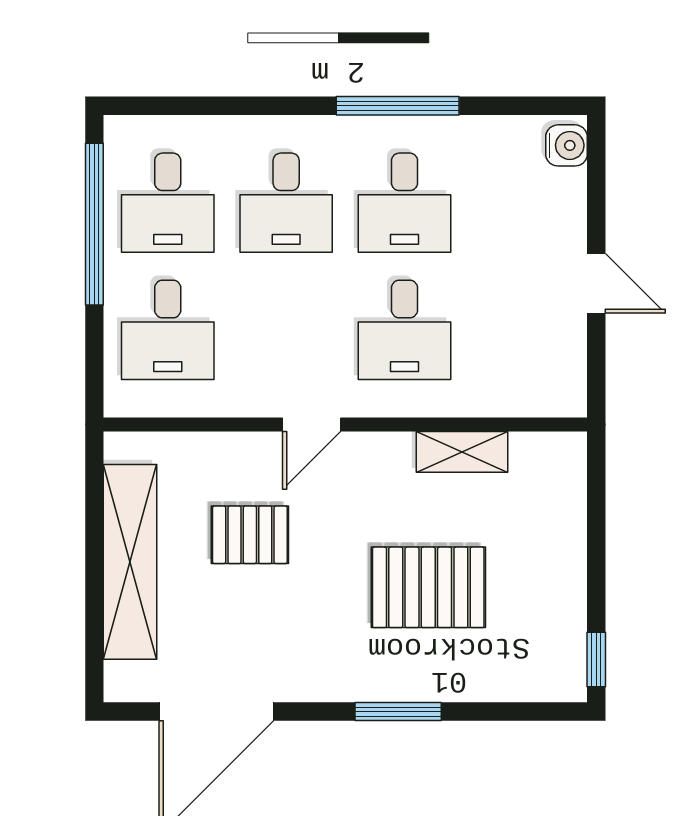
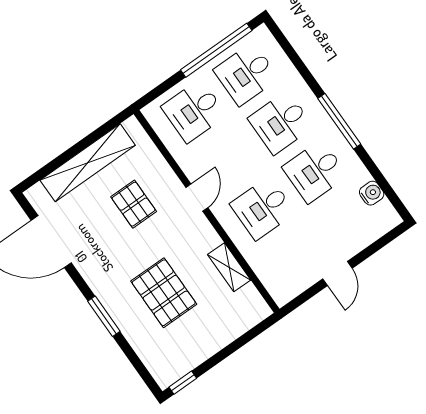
window: (398, 106) -> (339, 121), moved
water cooler: (566, 145) -> (372, 193), moved, turned -90
door: (312, 424) -> (197, 198), swing flipped

